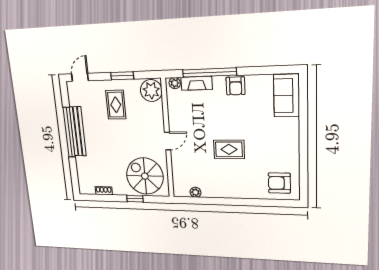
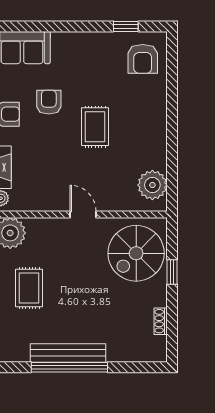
rug: (116, 105) -> (29, 288), turned 90
armchair: (246, 116) -> (49, 102), added
window: (304, 172) -> (126, 26), added
plant: (195, 192) -> (152, 185), width x1.88, depth x1.88

